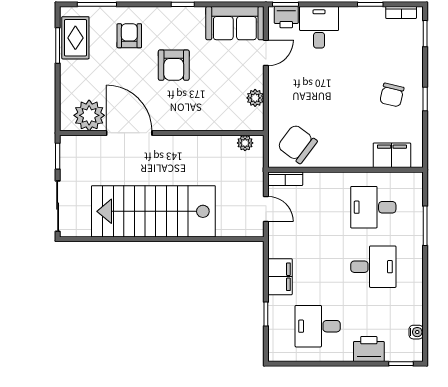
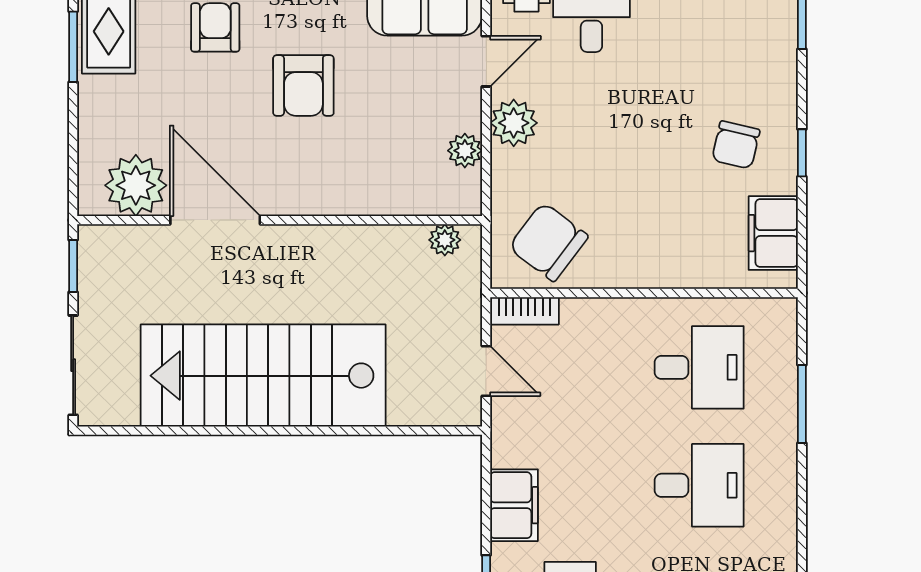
plant: (280, 84) -> (514, 123), added
filing cabinet: (392, 155) -> (773, 233), moved, turned -90
desk: (373, 207) -> (699, 367), turned 180

